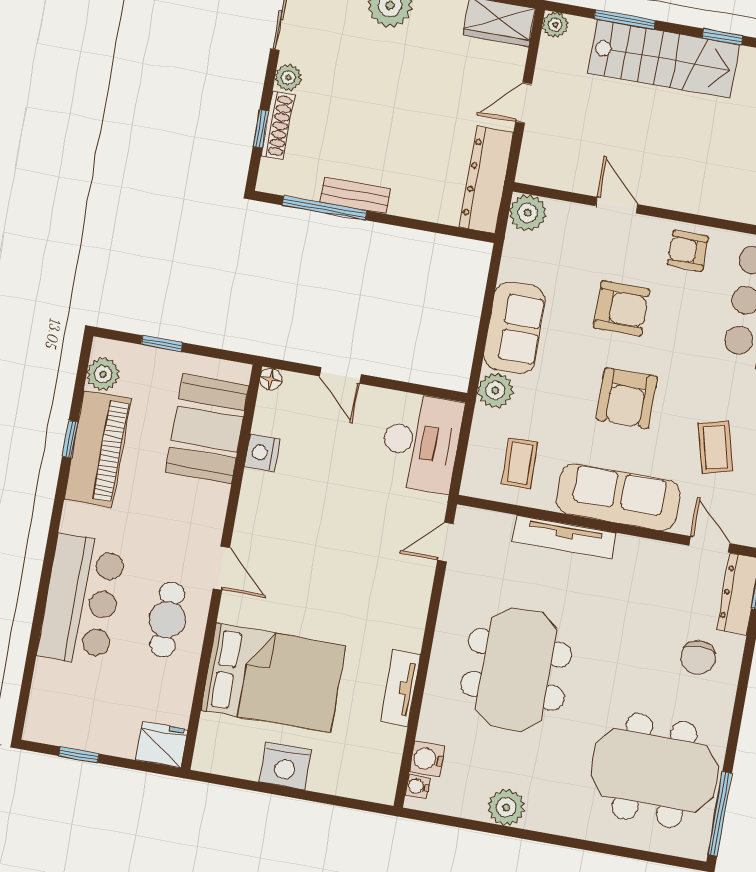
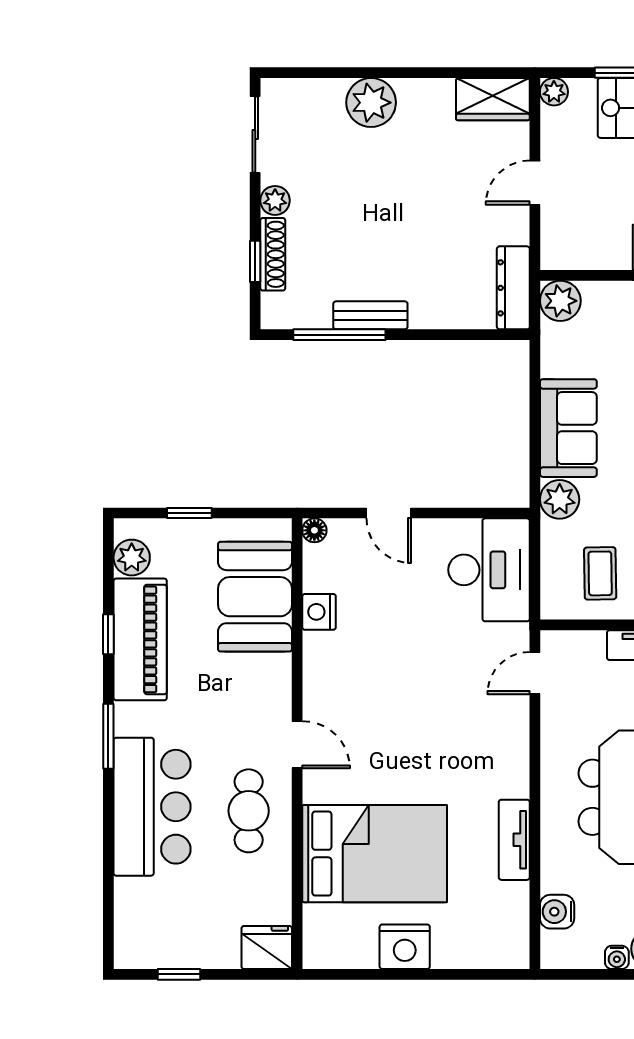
dresser: (486, 179) -> (513, 288), width x0.73, depth x0.80
window: (54, 530) -> (108, 736), added
water cooler: (418, 786) -> (617, 957), moved, turned -90

